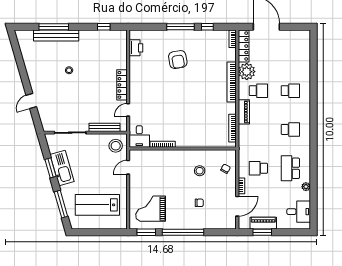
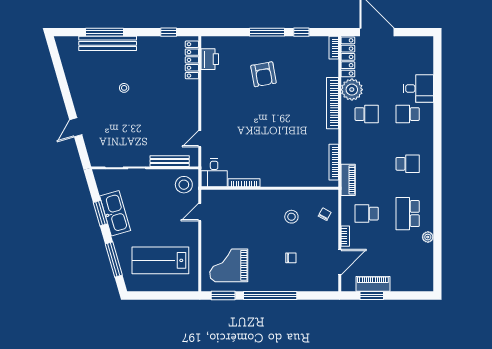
locker: (122, 85) -> (192, 60), moved
school desk: (290, 91) -> (408, 114), turned 180
piano: (244, 112) -> (348, 180), moved
desk: (299, 212) -> (418, 89), moved

